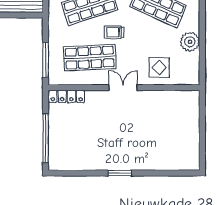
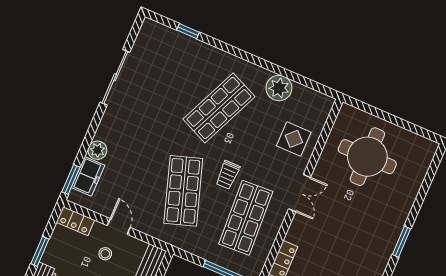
double door: (123, 88) -> (300, 193), swing flipped
round table: (169, 124) -> (367, 157), added

